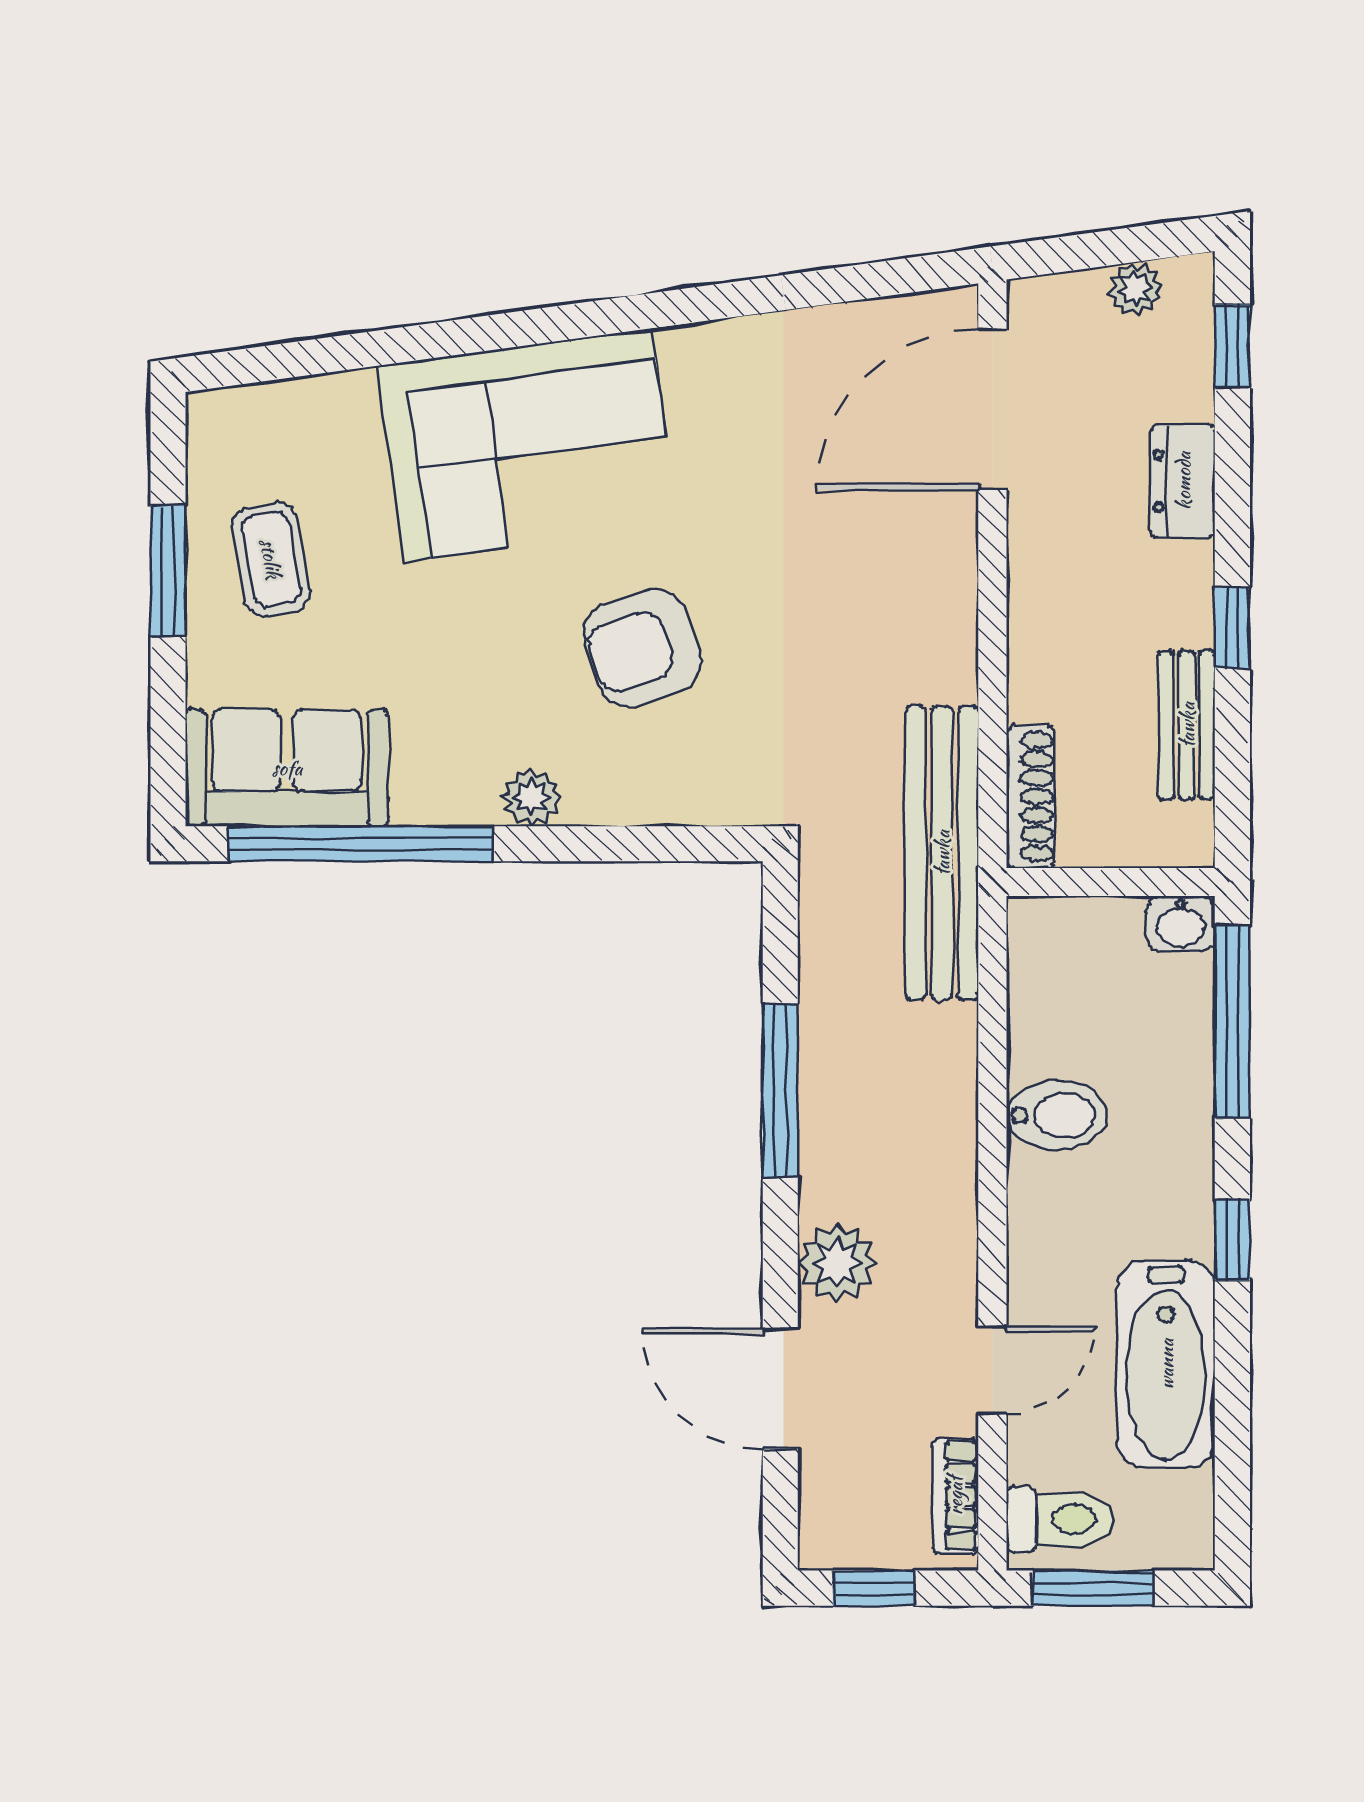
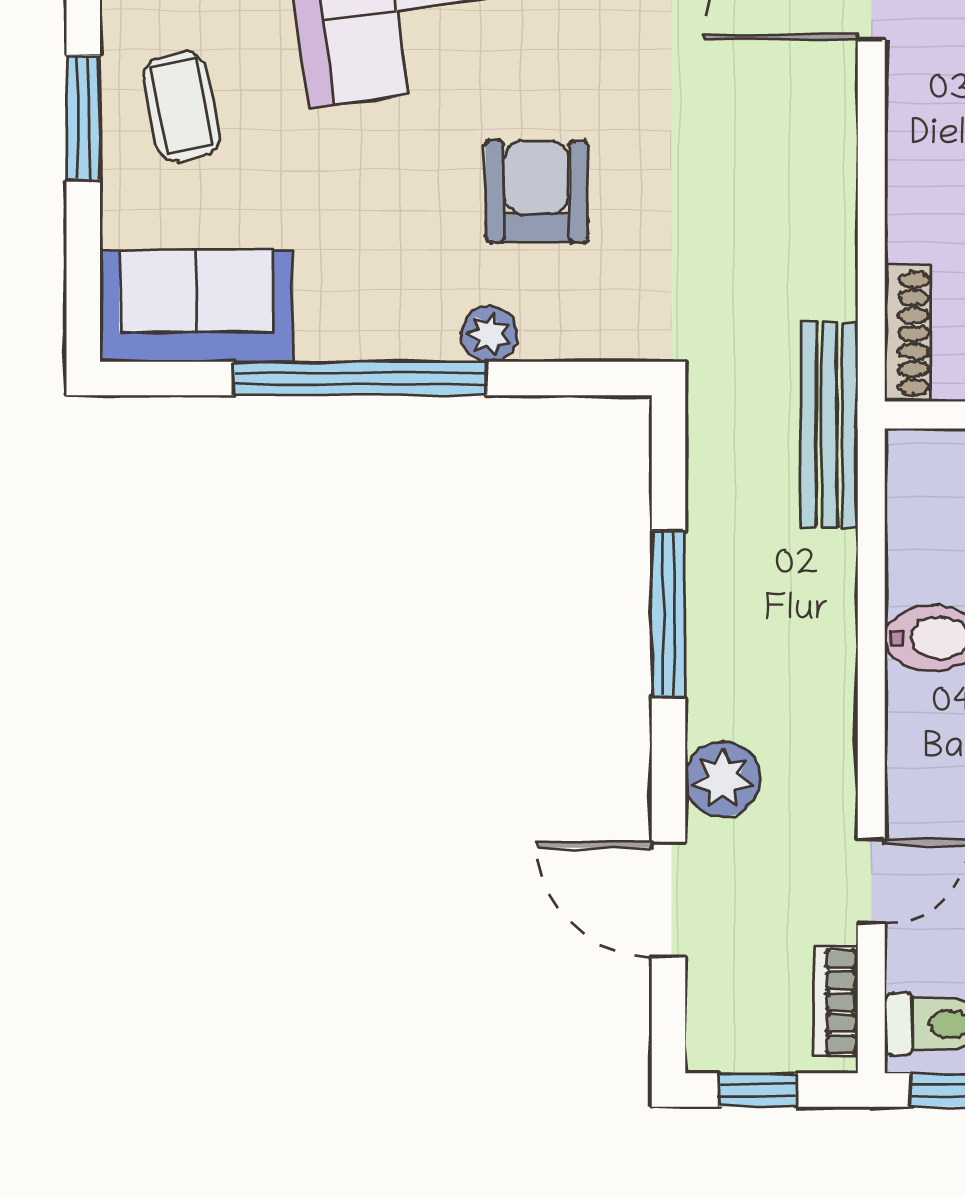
armchair: (642, 648) -> (537, 191), turned 109
plant: (531, 797) -> (489, 334), moved
window: (361, 844) -> (360, 378), moved
bench: (942, 853) -> (829, 425), width x0.73, depth x0.82

